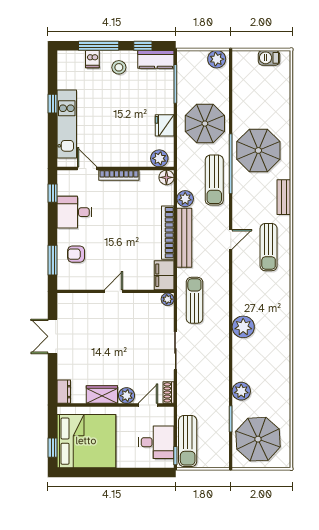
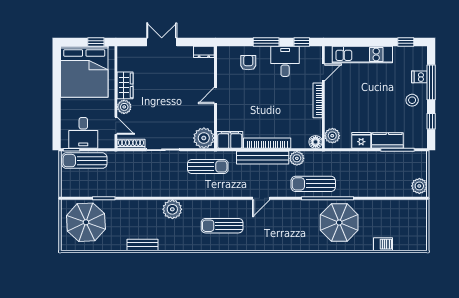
barbecue: (269, 58) -> (383, 244), moved, turned 90
kitchen counter: (156, 59) -> (387, 141), moved, turned 90
window: (53, 104) -> (406, 42), moved
parasol: (205, 124) -> (363, 176), removed
bench: (284, 197) -> (142, 245), moved
door: (231, 239) -> (261, 198), hinge flipped
sun lounger: (269, 247) -> (222, 226), moved
window: (53, 260) -> (266, 42), moved
door: (113, 291) -> (216, 95), swing flipped
plant: (168, 299) -> (204, 138), width x1.88, depth x1.88
plant: (243, 327) -> (172, 209), moved
double door: (53, 336) -> (162, 42), moved
plant: (241, 391) -> (128, 208), removed
dresser: (64, 392) -> (204, 52), moved
shoe rack: (169, 392) -> (131, 144), width x1.43
window: (53, 448) -> (96, 42), moved

